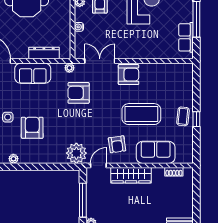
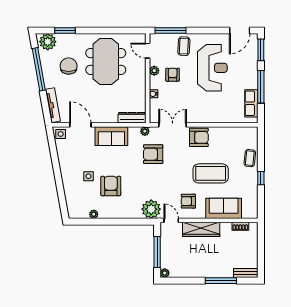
dresser: (44, 53) -> (132, 118), moved
coffee table: (183, 116) -> (250, 158), moved
armchair: (117, 144) -> (188, 201), turned 98
door: (98, 165) -> (171, 220), hinge flipped

